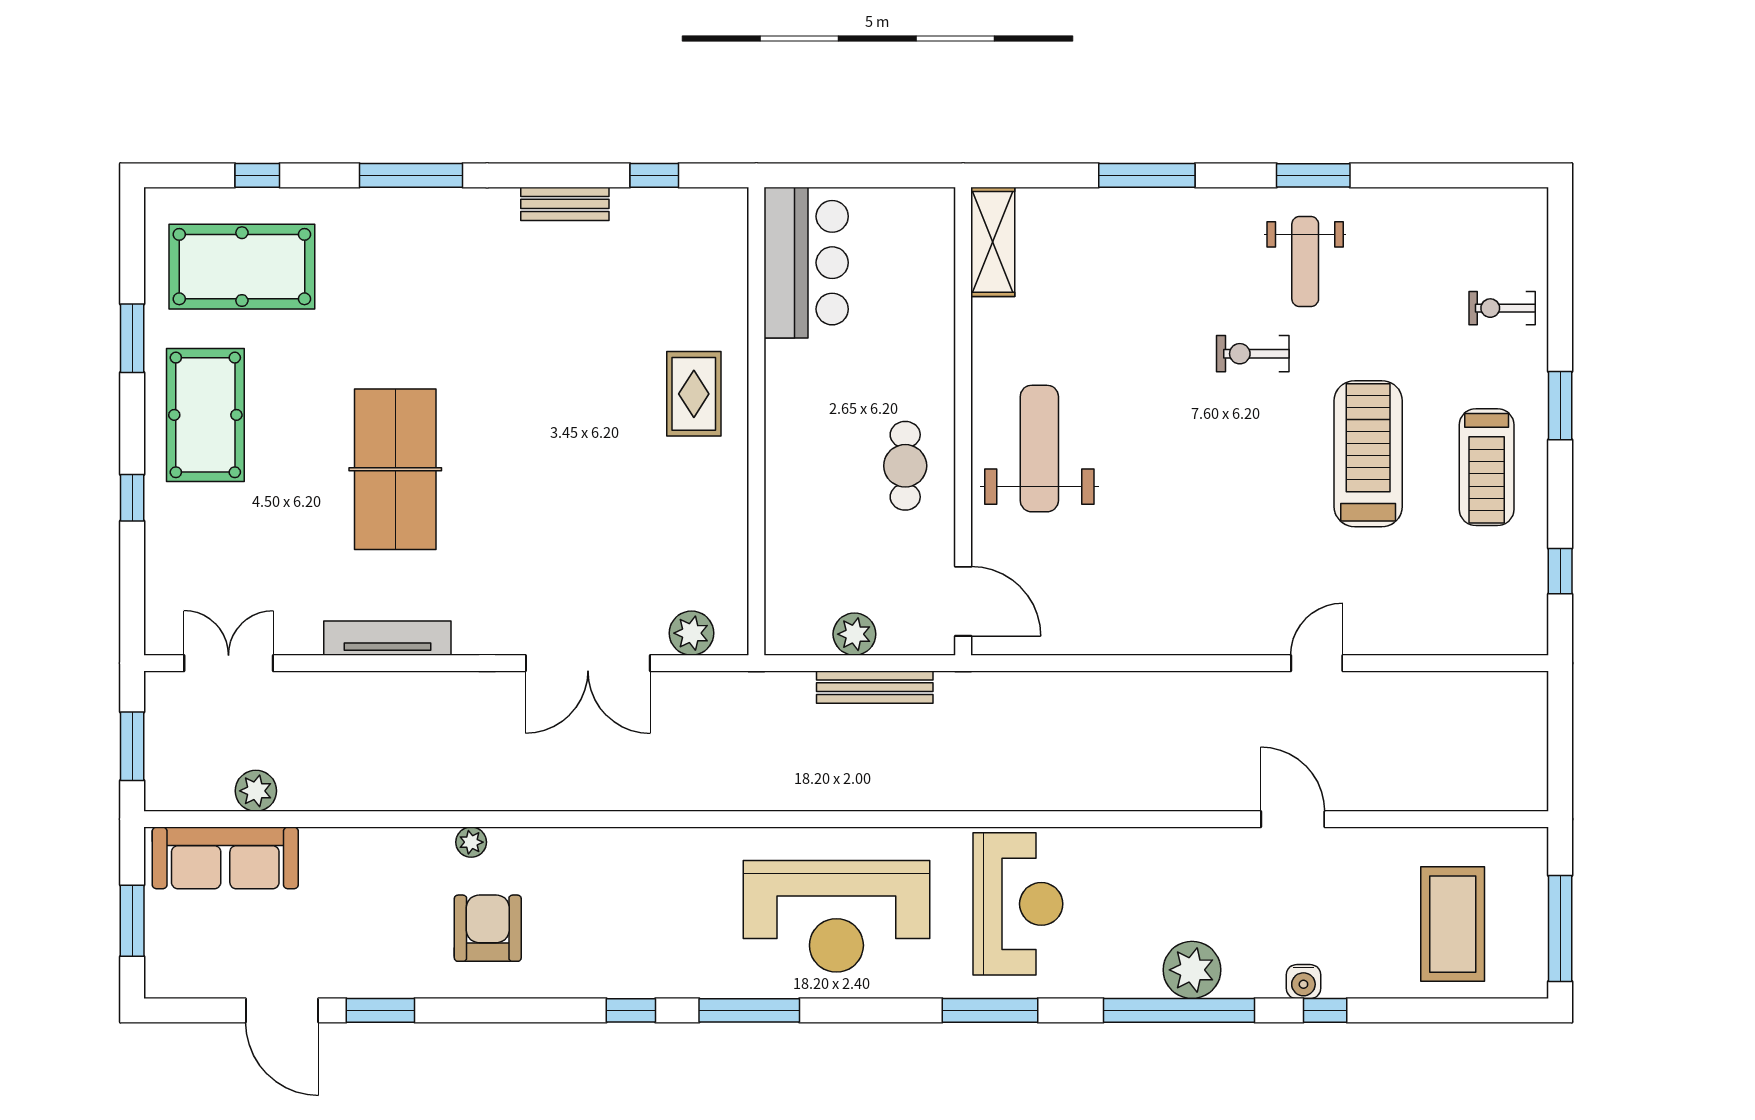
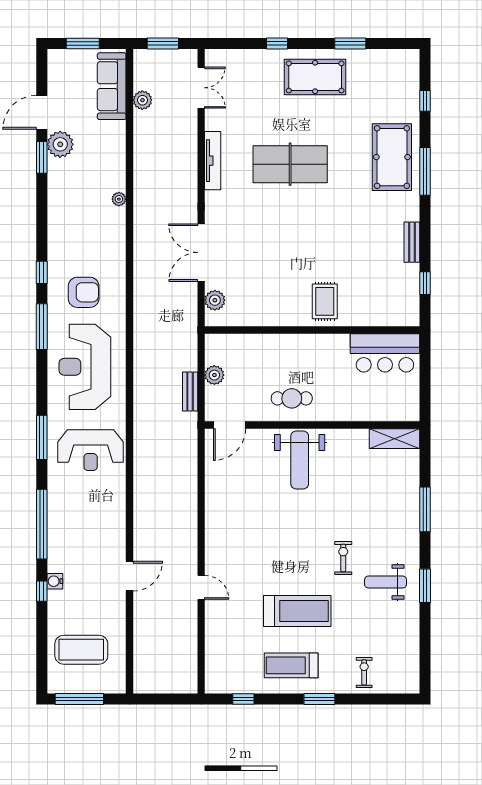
pool table: (242, 267) -> (392, 157), moved
rug: (694, 394) -> (325, 301), turned 90
weight bench: (1039, 449) -> (300, 460), turned 90
bench: (875, 687) -> (190, 392), width x0.73
armchair: (488, 928) -> (84, 292), moved
plant: (1192, 970) -> (60, 144), moved

